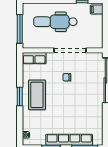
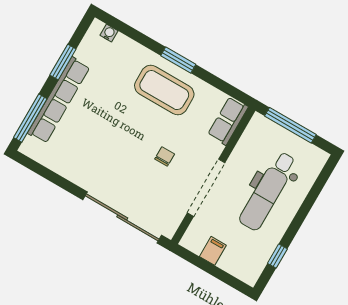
filing cabinet: (97, 10) -> (213, 251), moved
dental chair: (55, 22) -> (268, 191), turned 180

